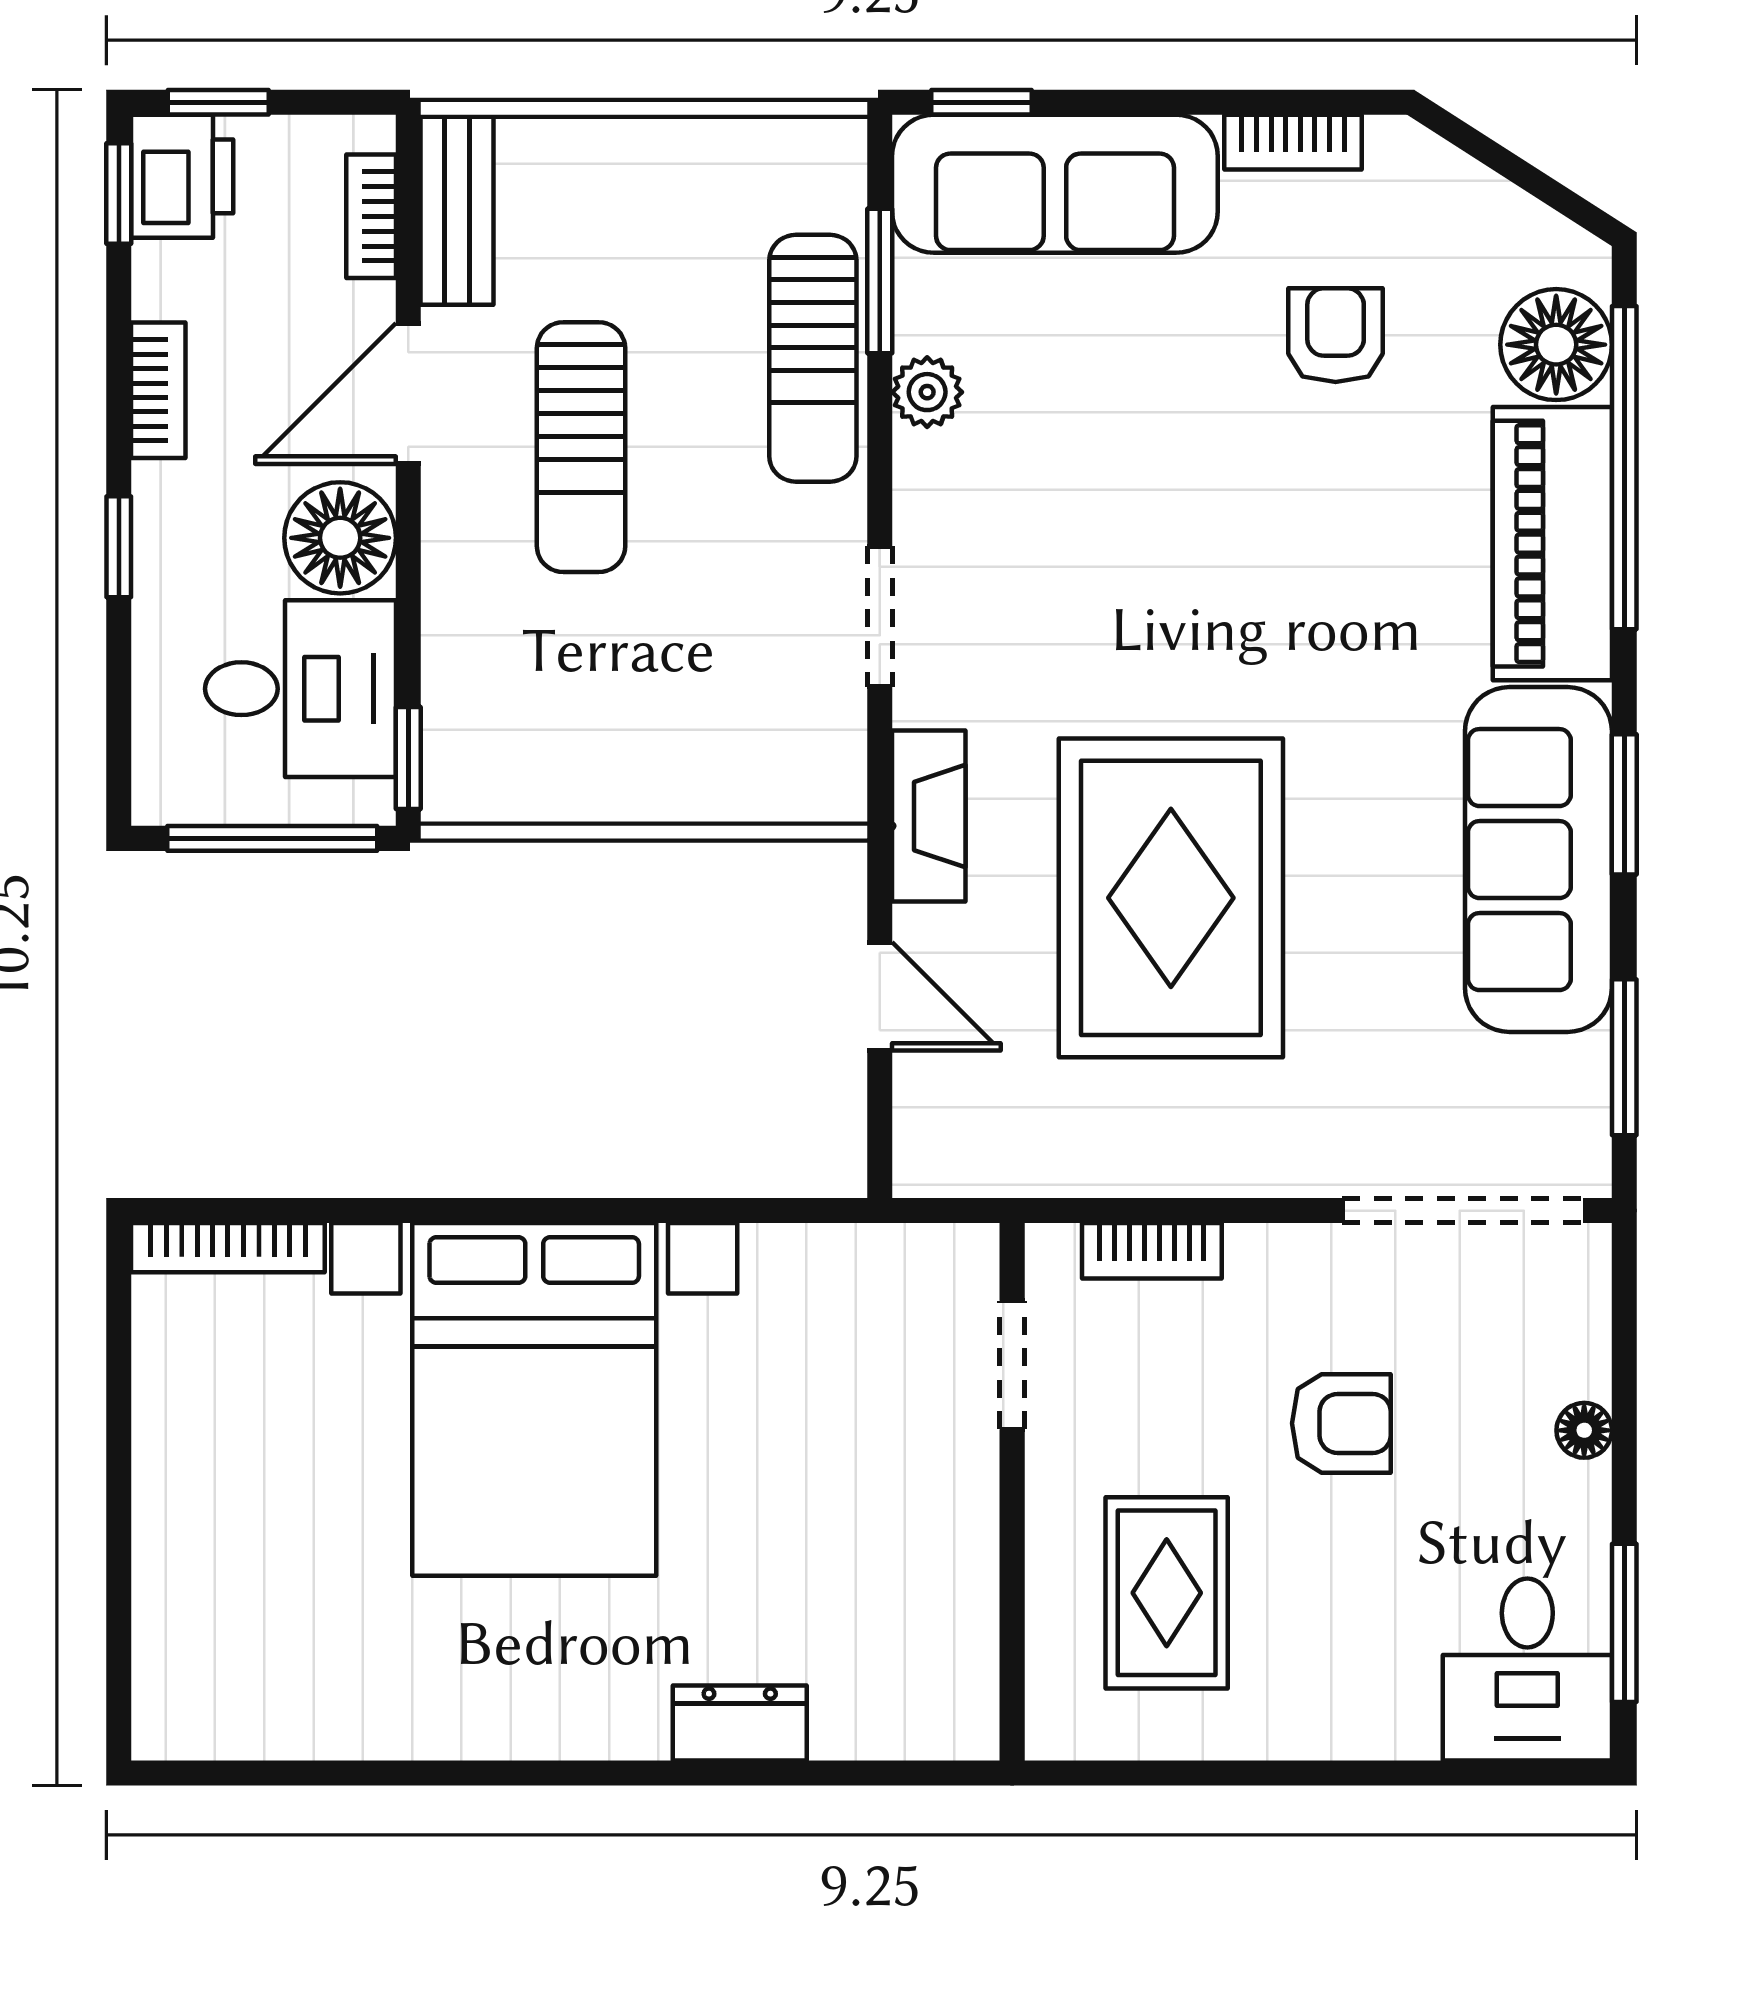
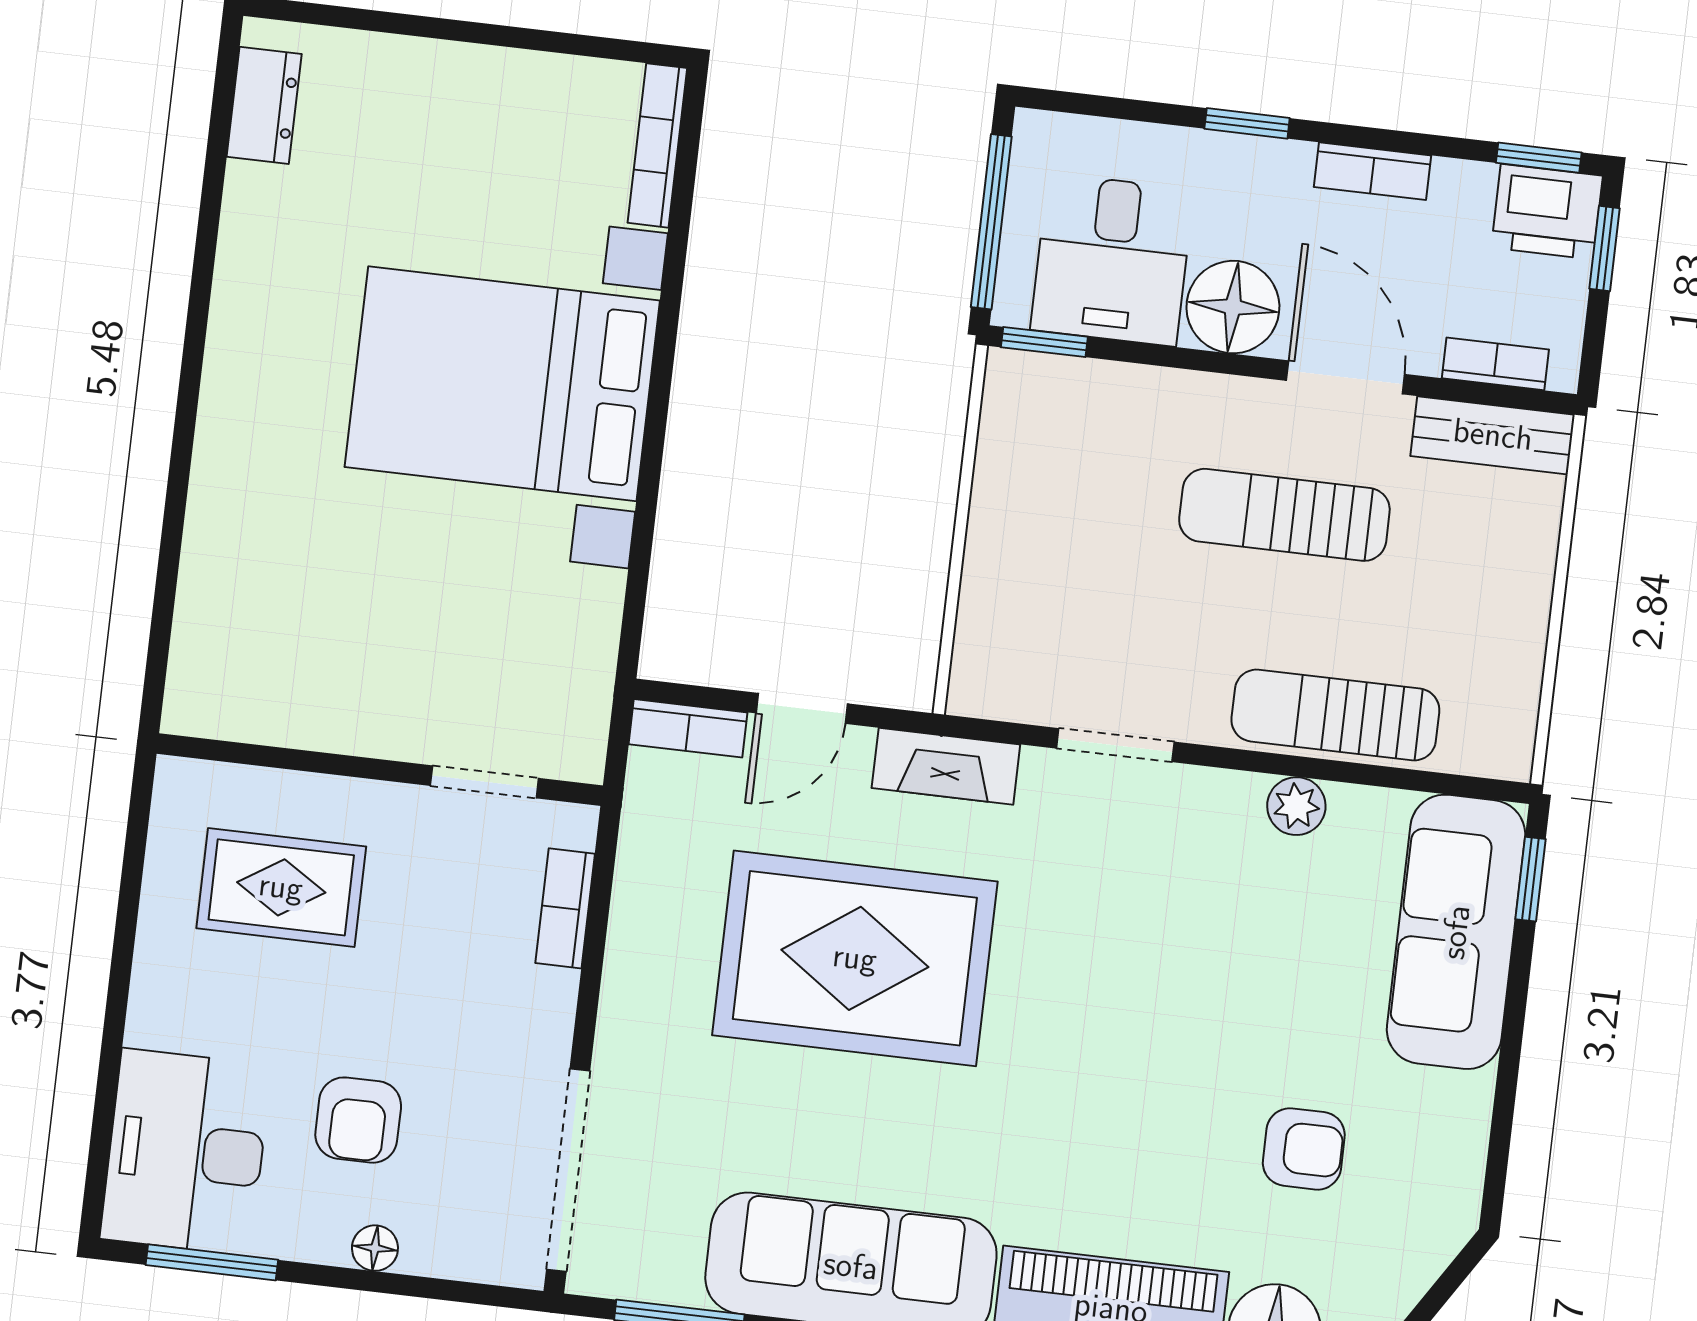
bookcase: (1293, 142) -> (688, 728), moved, turned -90
window: (880, 281) -> (1393, 778), removed
armchair: (1341, 1423) -> (358, 1120), moved
desk: (1527, 1670) -> (186, 1152), width x1.37
dresser: (740, 1723) -> (264, 105), moved

